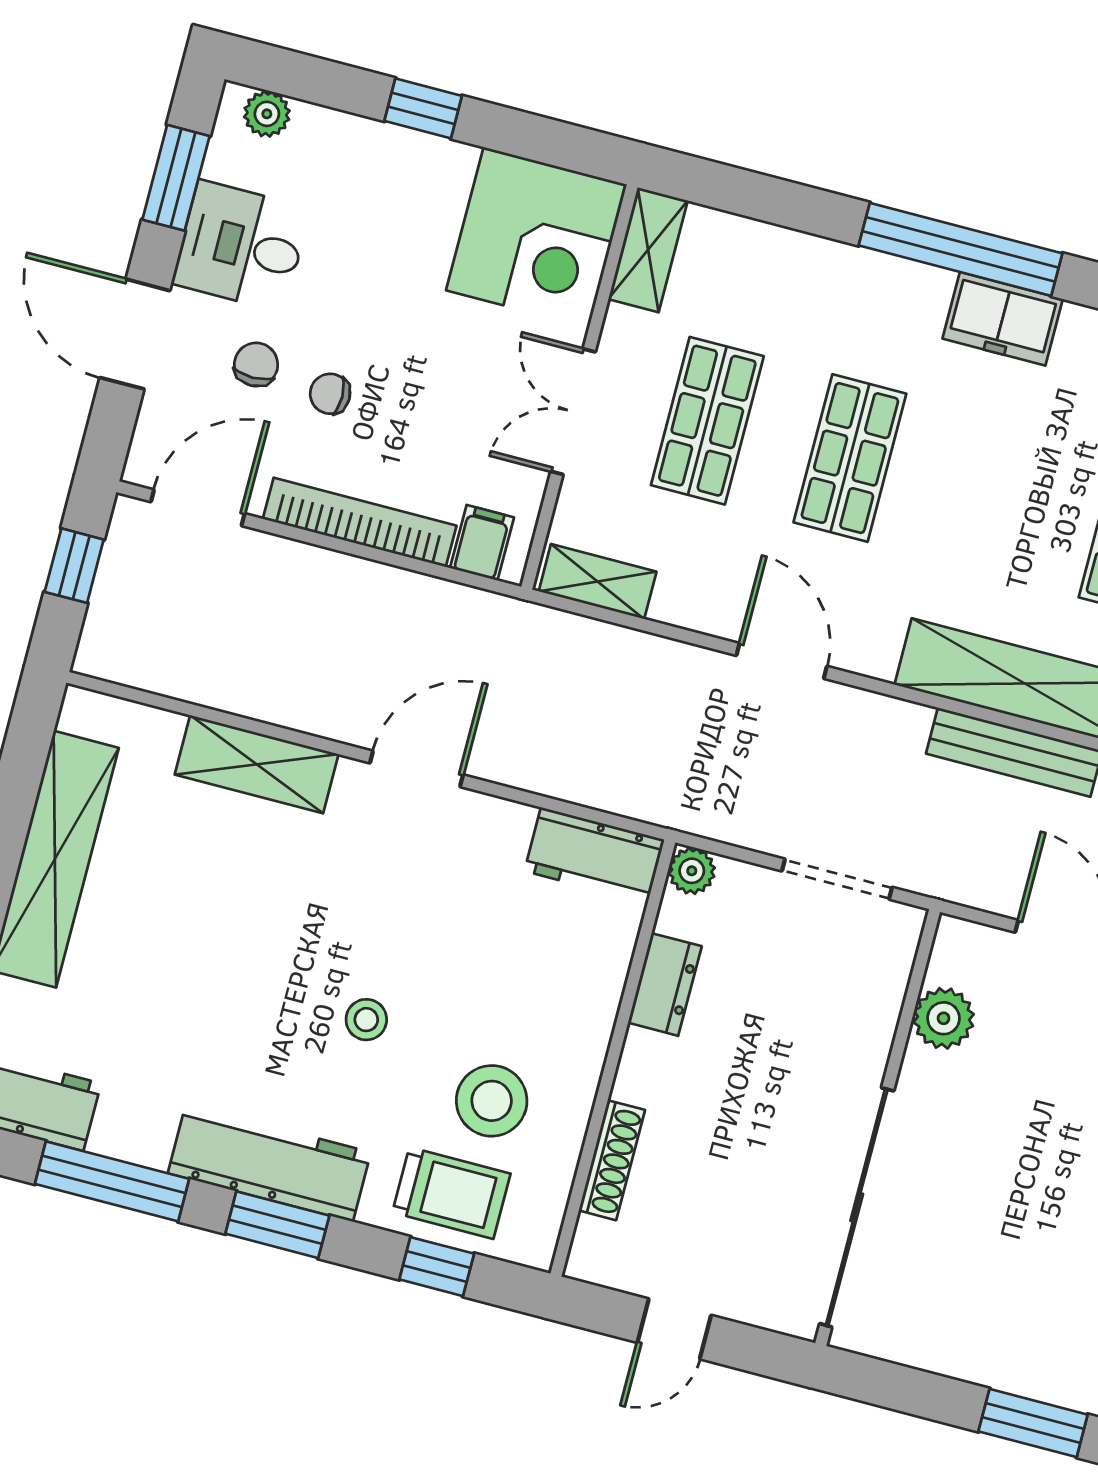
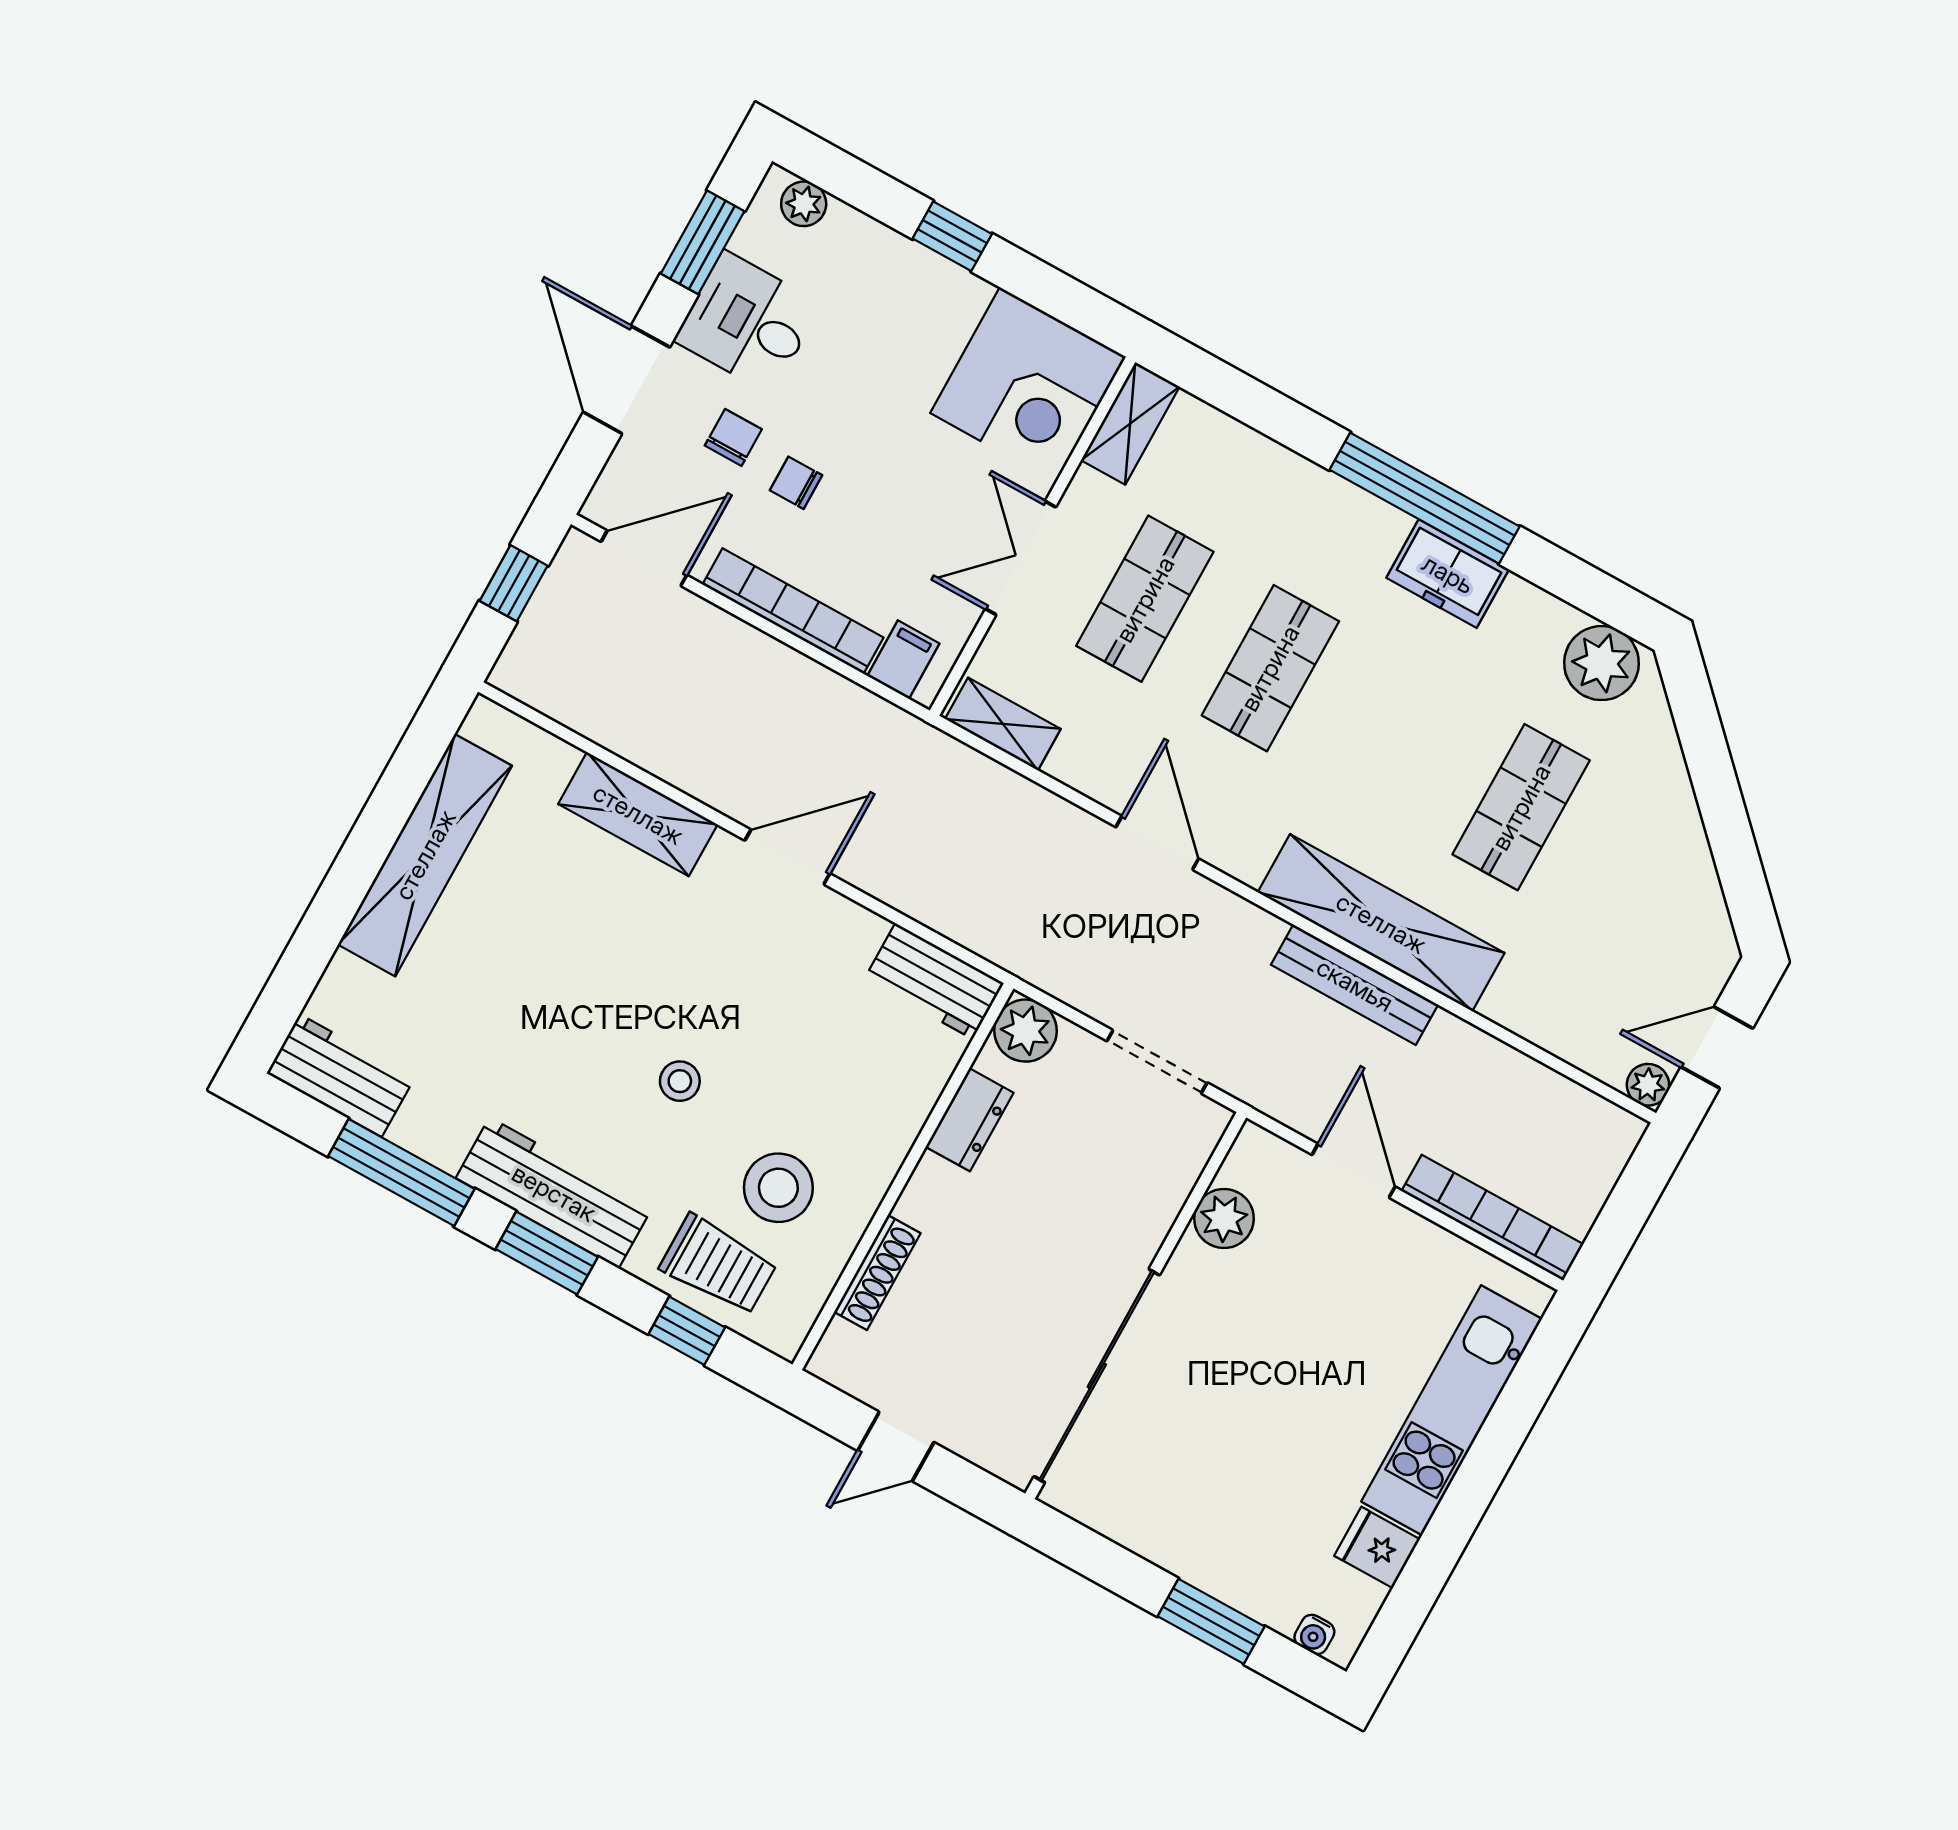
plant: (692, 871) -> (1025, 1031), width x1.38, depth x1.38

